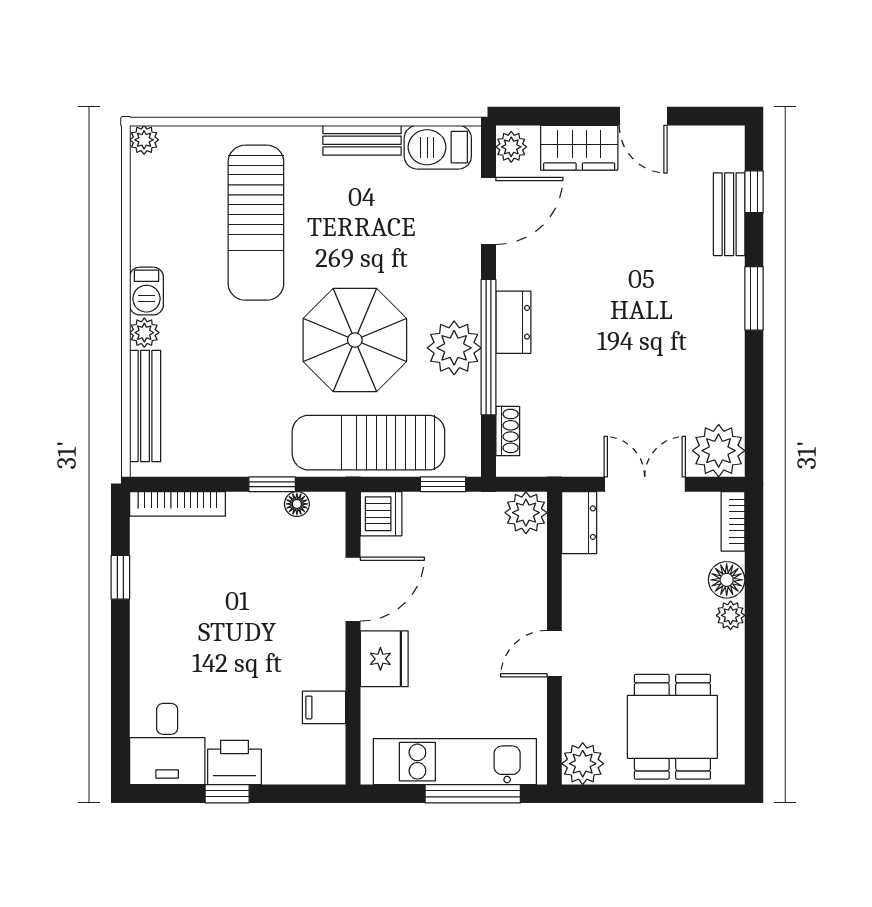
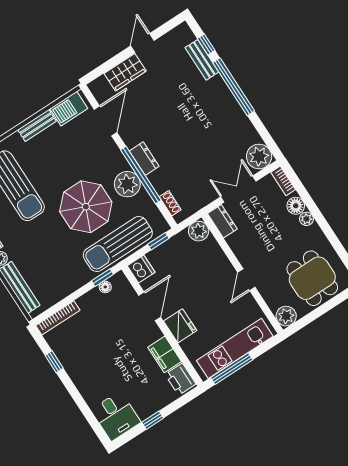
door: (643, 116) -> (142, 43), swing flipped
plant: (511, 147) -> (98, 89), removed
window: (754, 298) -> (234, 87), width x2.11
window: (272, 484) -> (102, 278), moved
filing cabinet: (324, 707) -> (165, 354), width x2.00
printer: (235, 762) -> (180, 379), moved, turned -90
window: (473, 794) -> (232, 369), moved

